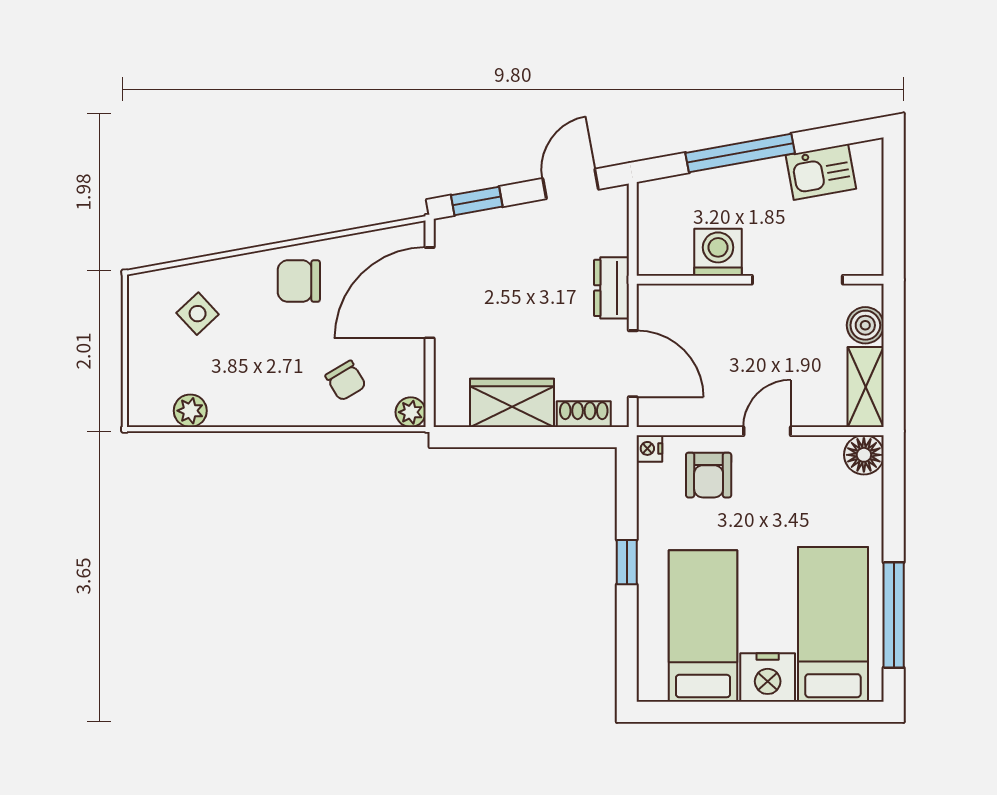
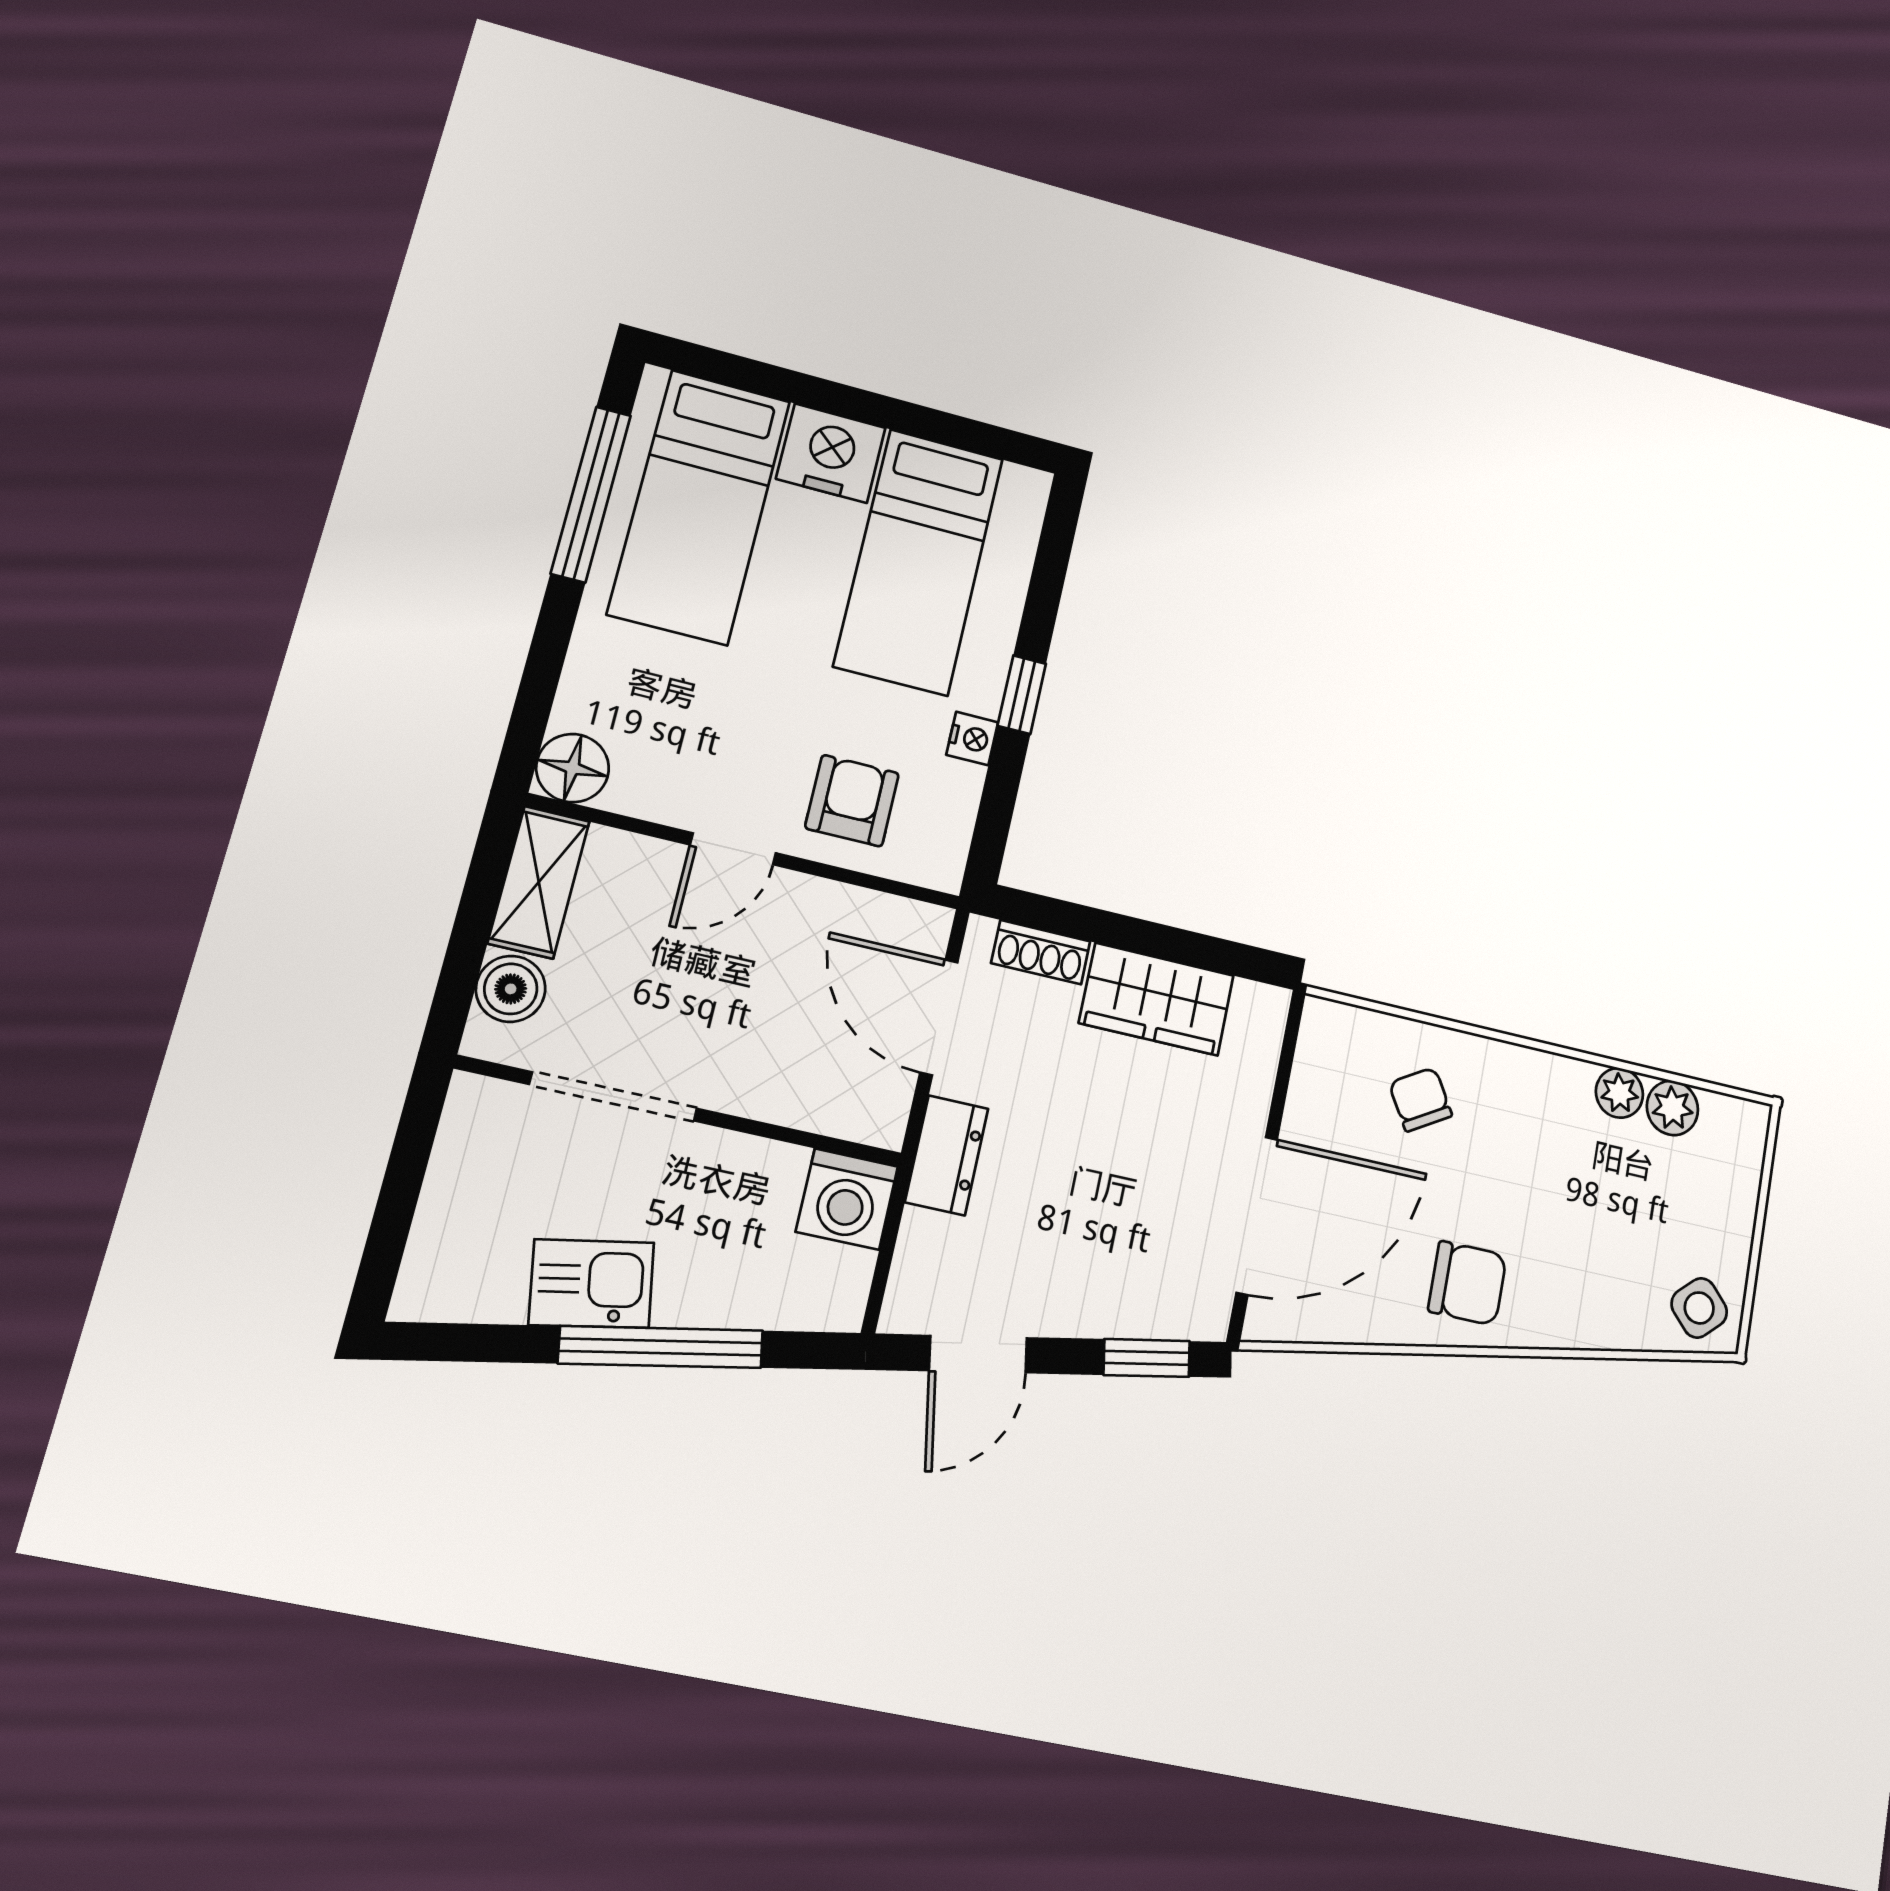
kitchen sink: (821, 172) -> (592, 1284), moved
washing machine: (718, 252) -> (847, 1199), moved
side table: (198, 314) -> (1699, 1308), moved
plant: (411, 412) -> (1619, 1093), moved
nightstand: (649, 448) -> (972, 739), moved

